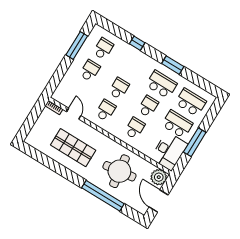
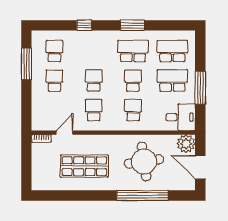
door: (74, 114) -> (65, 133), hinge flipped
desk: (169, 151) -> (181, 117), width x0.73

